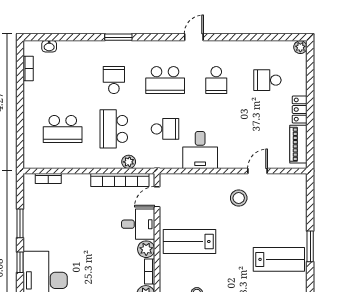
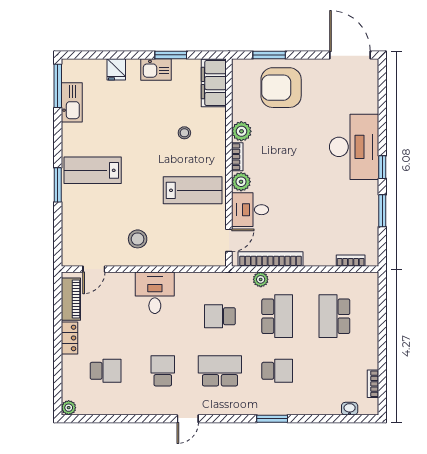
school desk: (114, 80) -> (277, 371), turned -90
school desk: (63, 129) -> (334, 316), turned -90
desk: (200, 150) -> (155, 293), moved
door: (257, 171) -> (94, 269), moved

